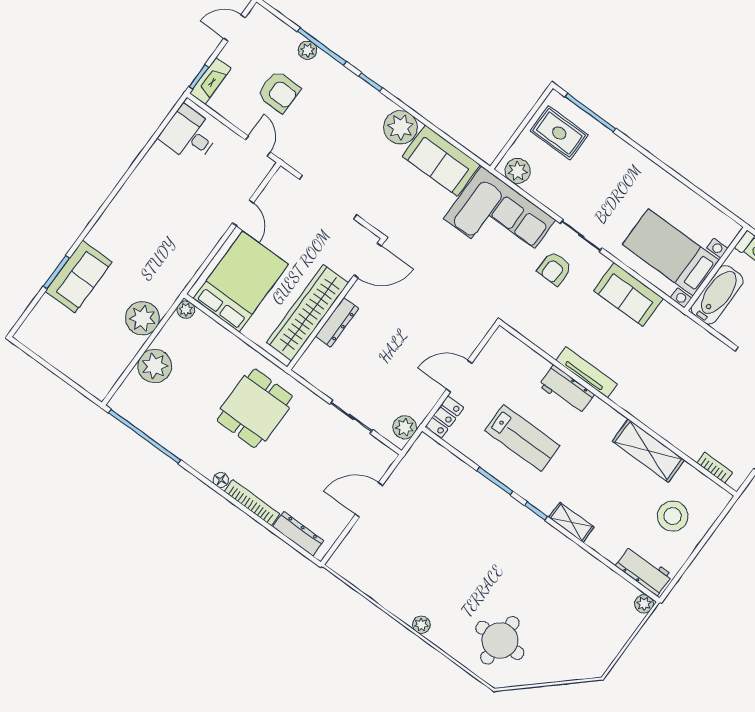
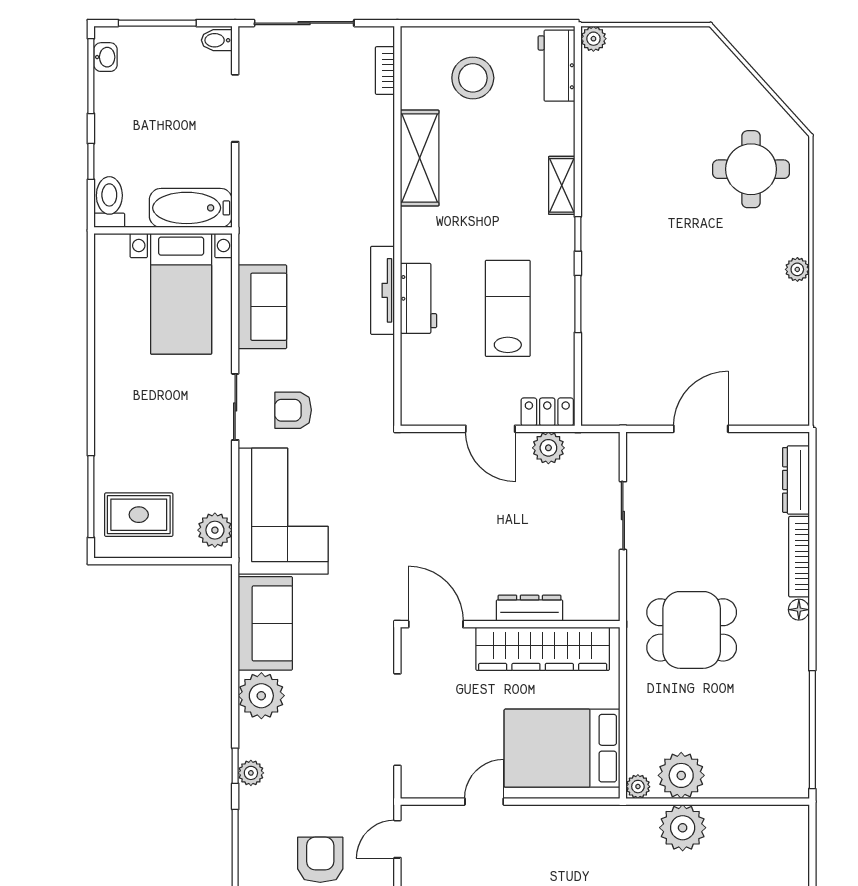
plant: (307, 50) -> (251, 773), moved
rug: (559, 133) -> (139, 515), turned 90
armchair: (554, 268) -> (293, 410), turned 180
plant: (155, 366) -> (681, 775), moved
plant: (405, 427) -> (548, 448), moved
door: (369, 500) -> (701, 429), swing flipped

